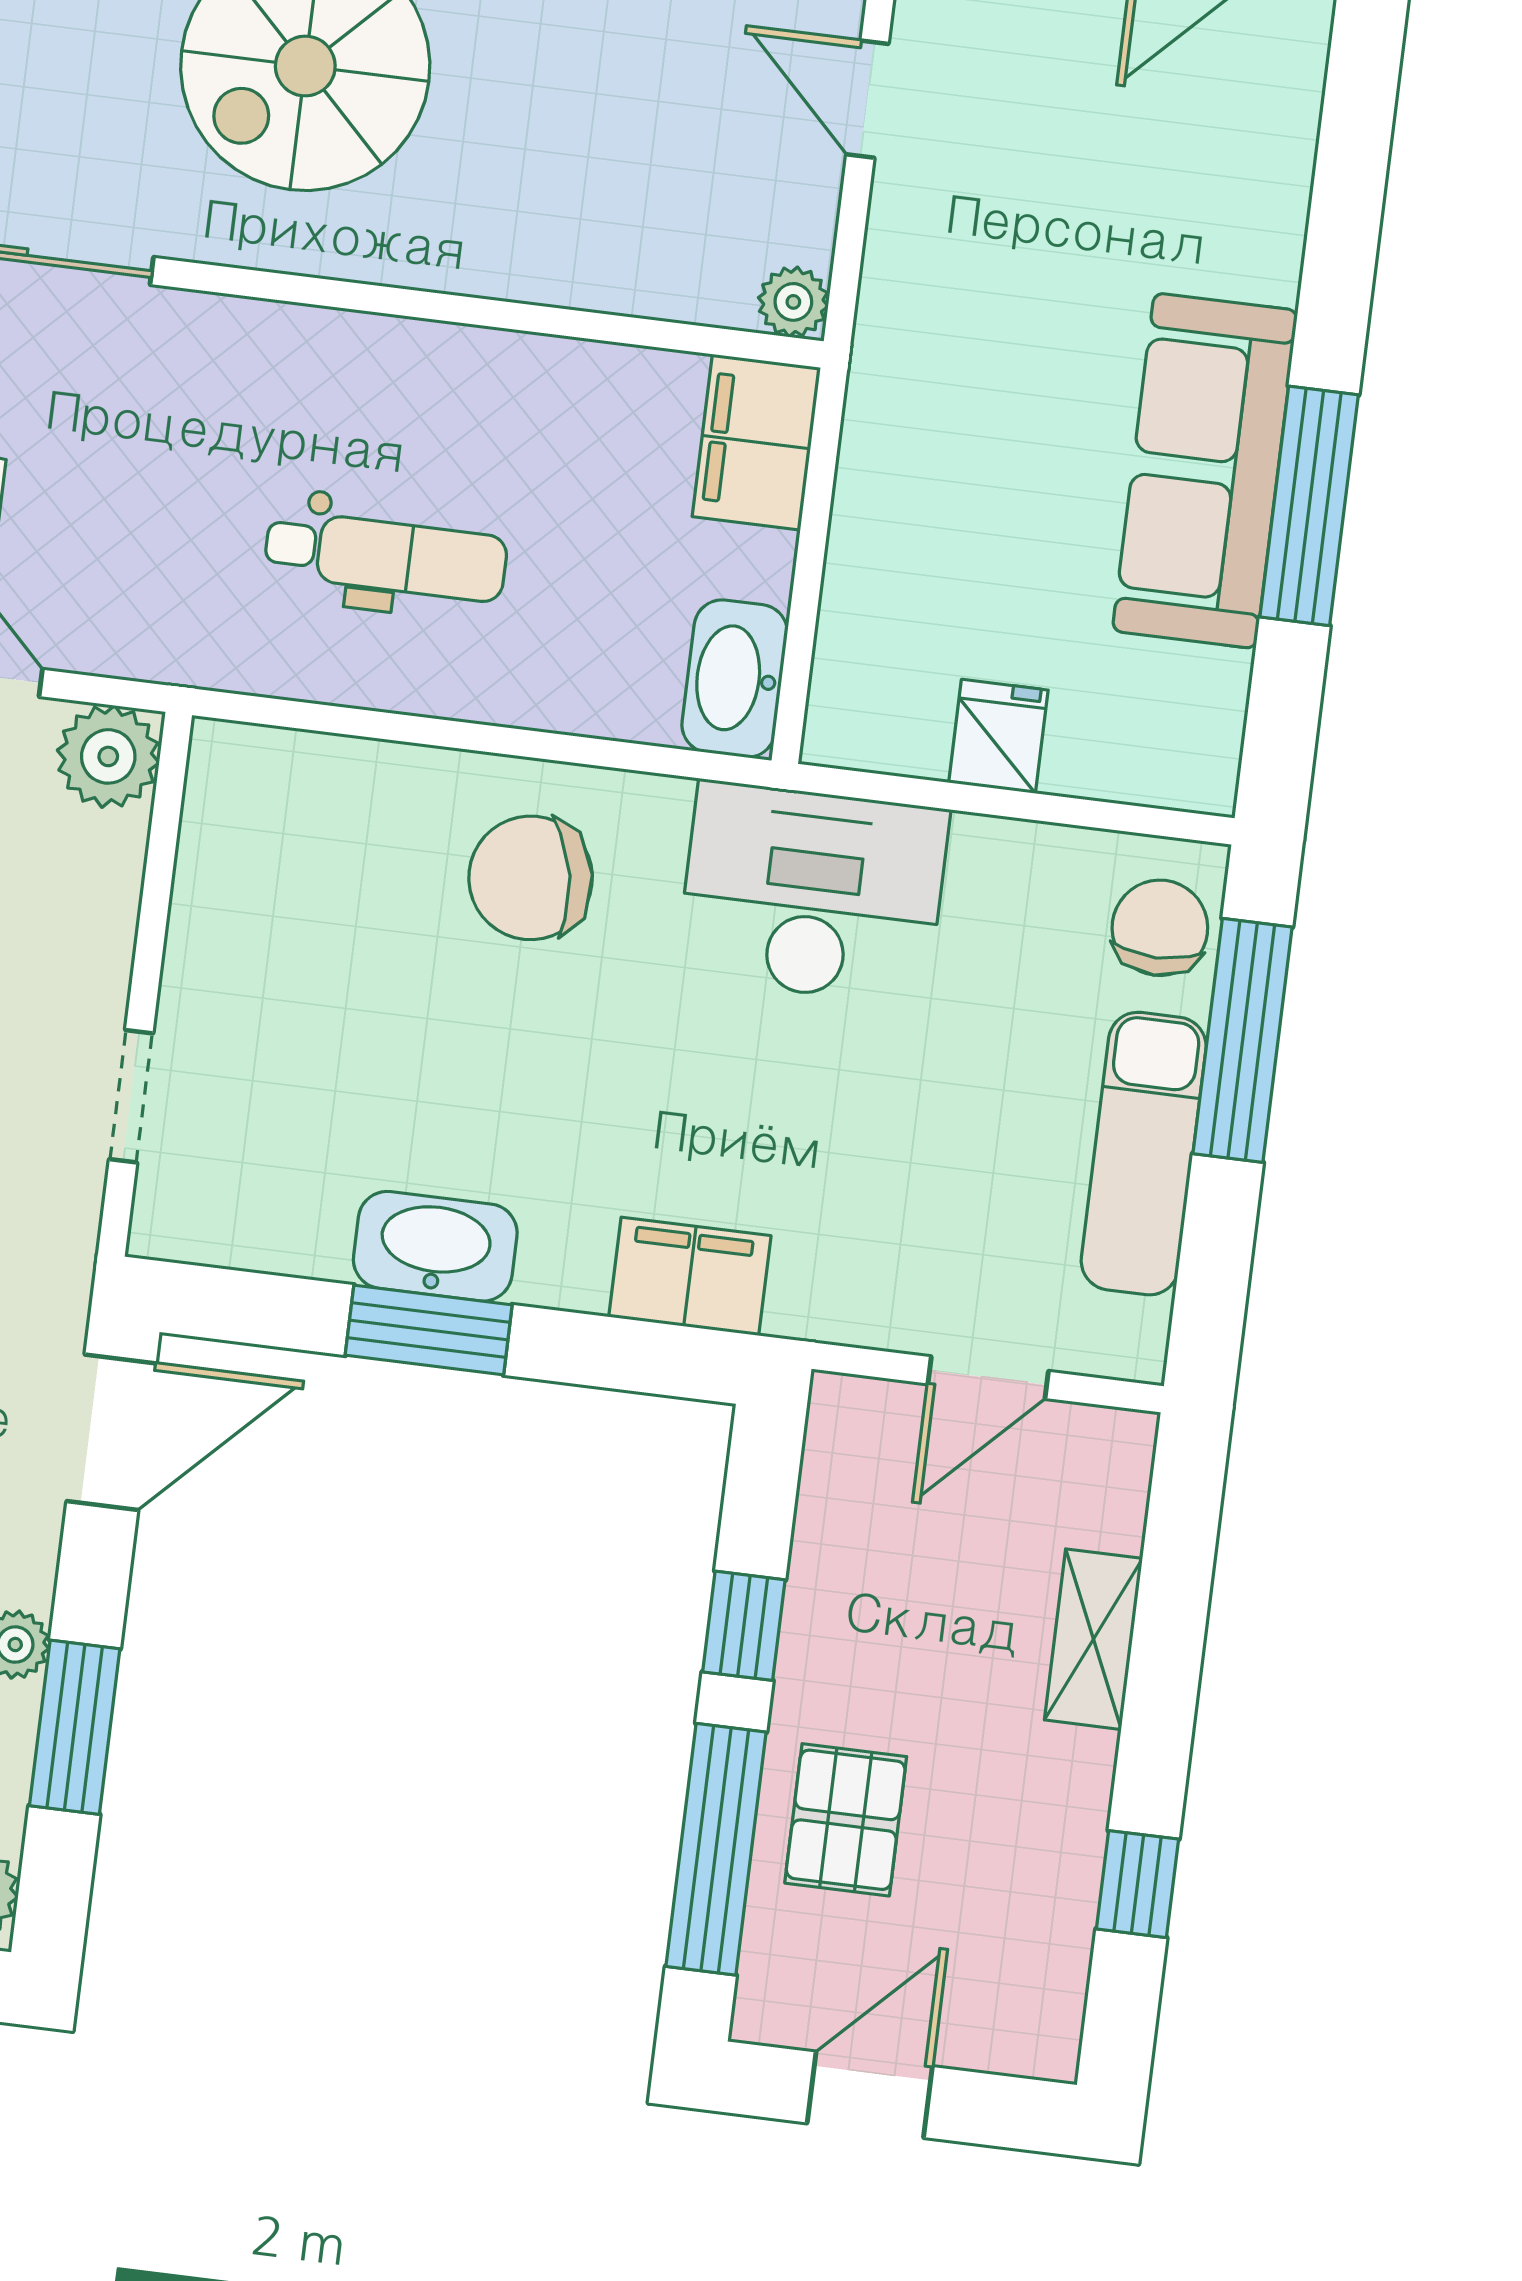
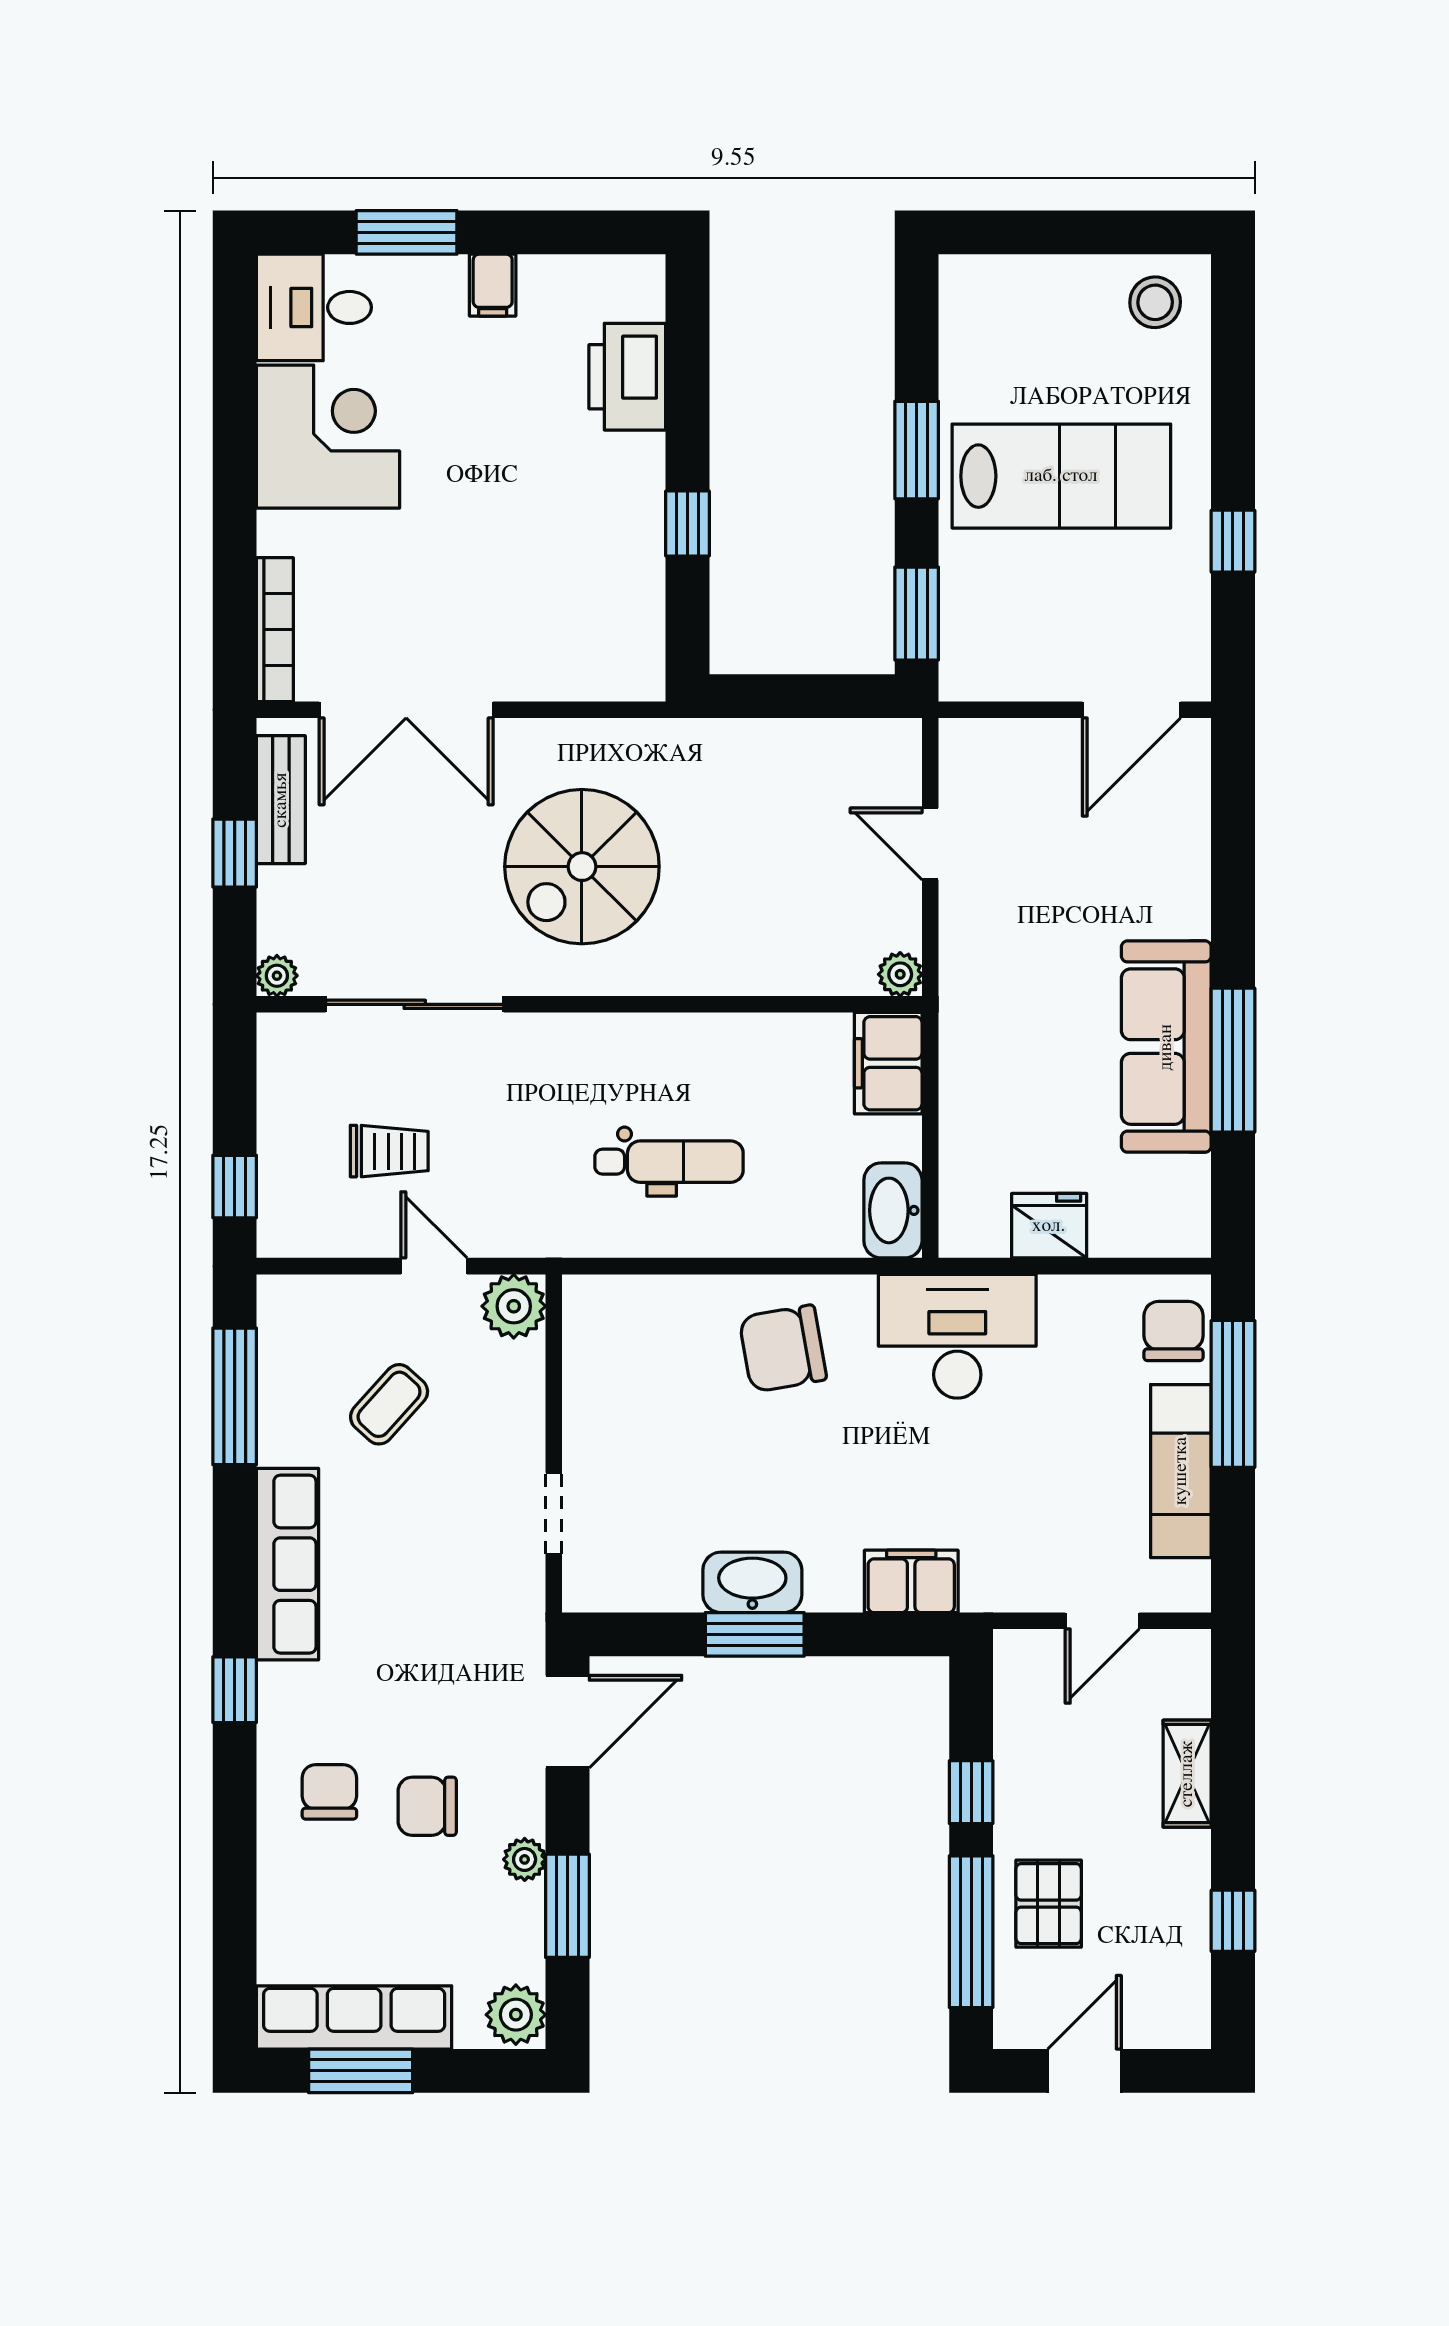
fridge: (998, 736) -> (1049, 1226), width x1.38

